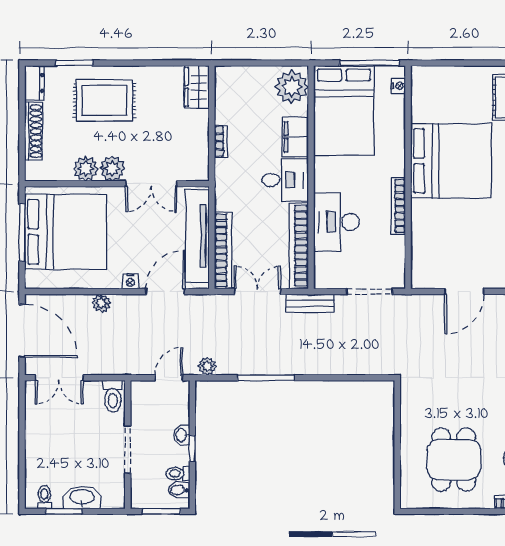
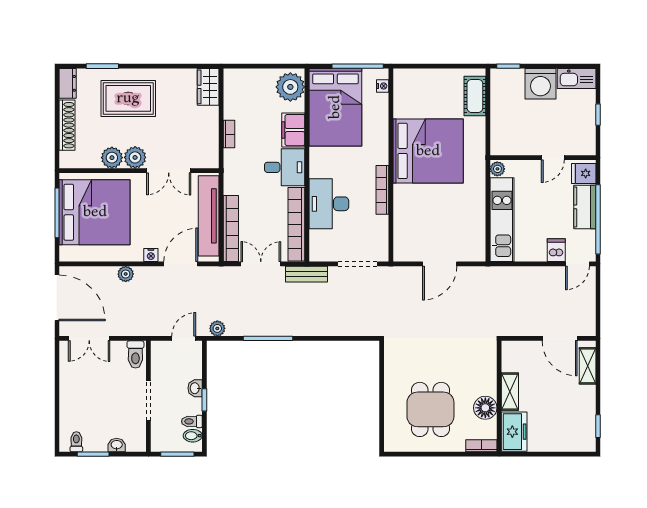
washbasin: (82, 497) -> (117, 445), width x0.52, depth x0.69

